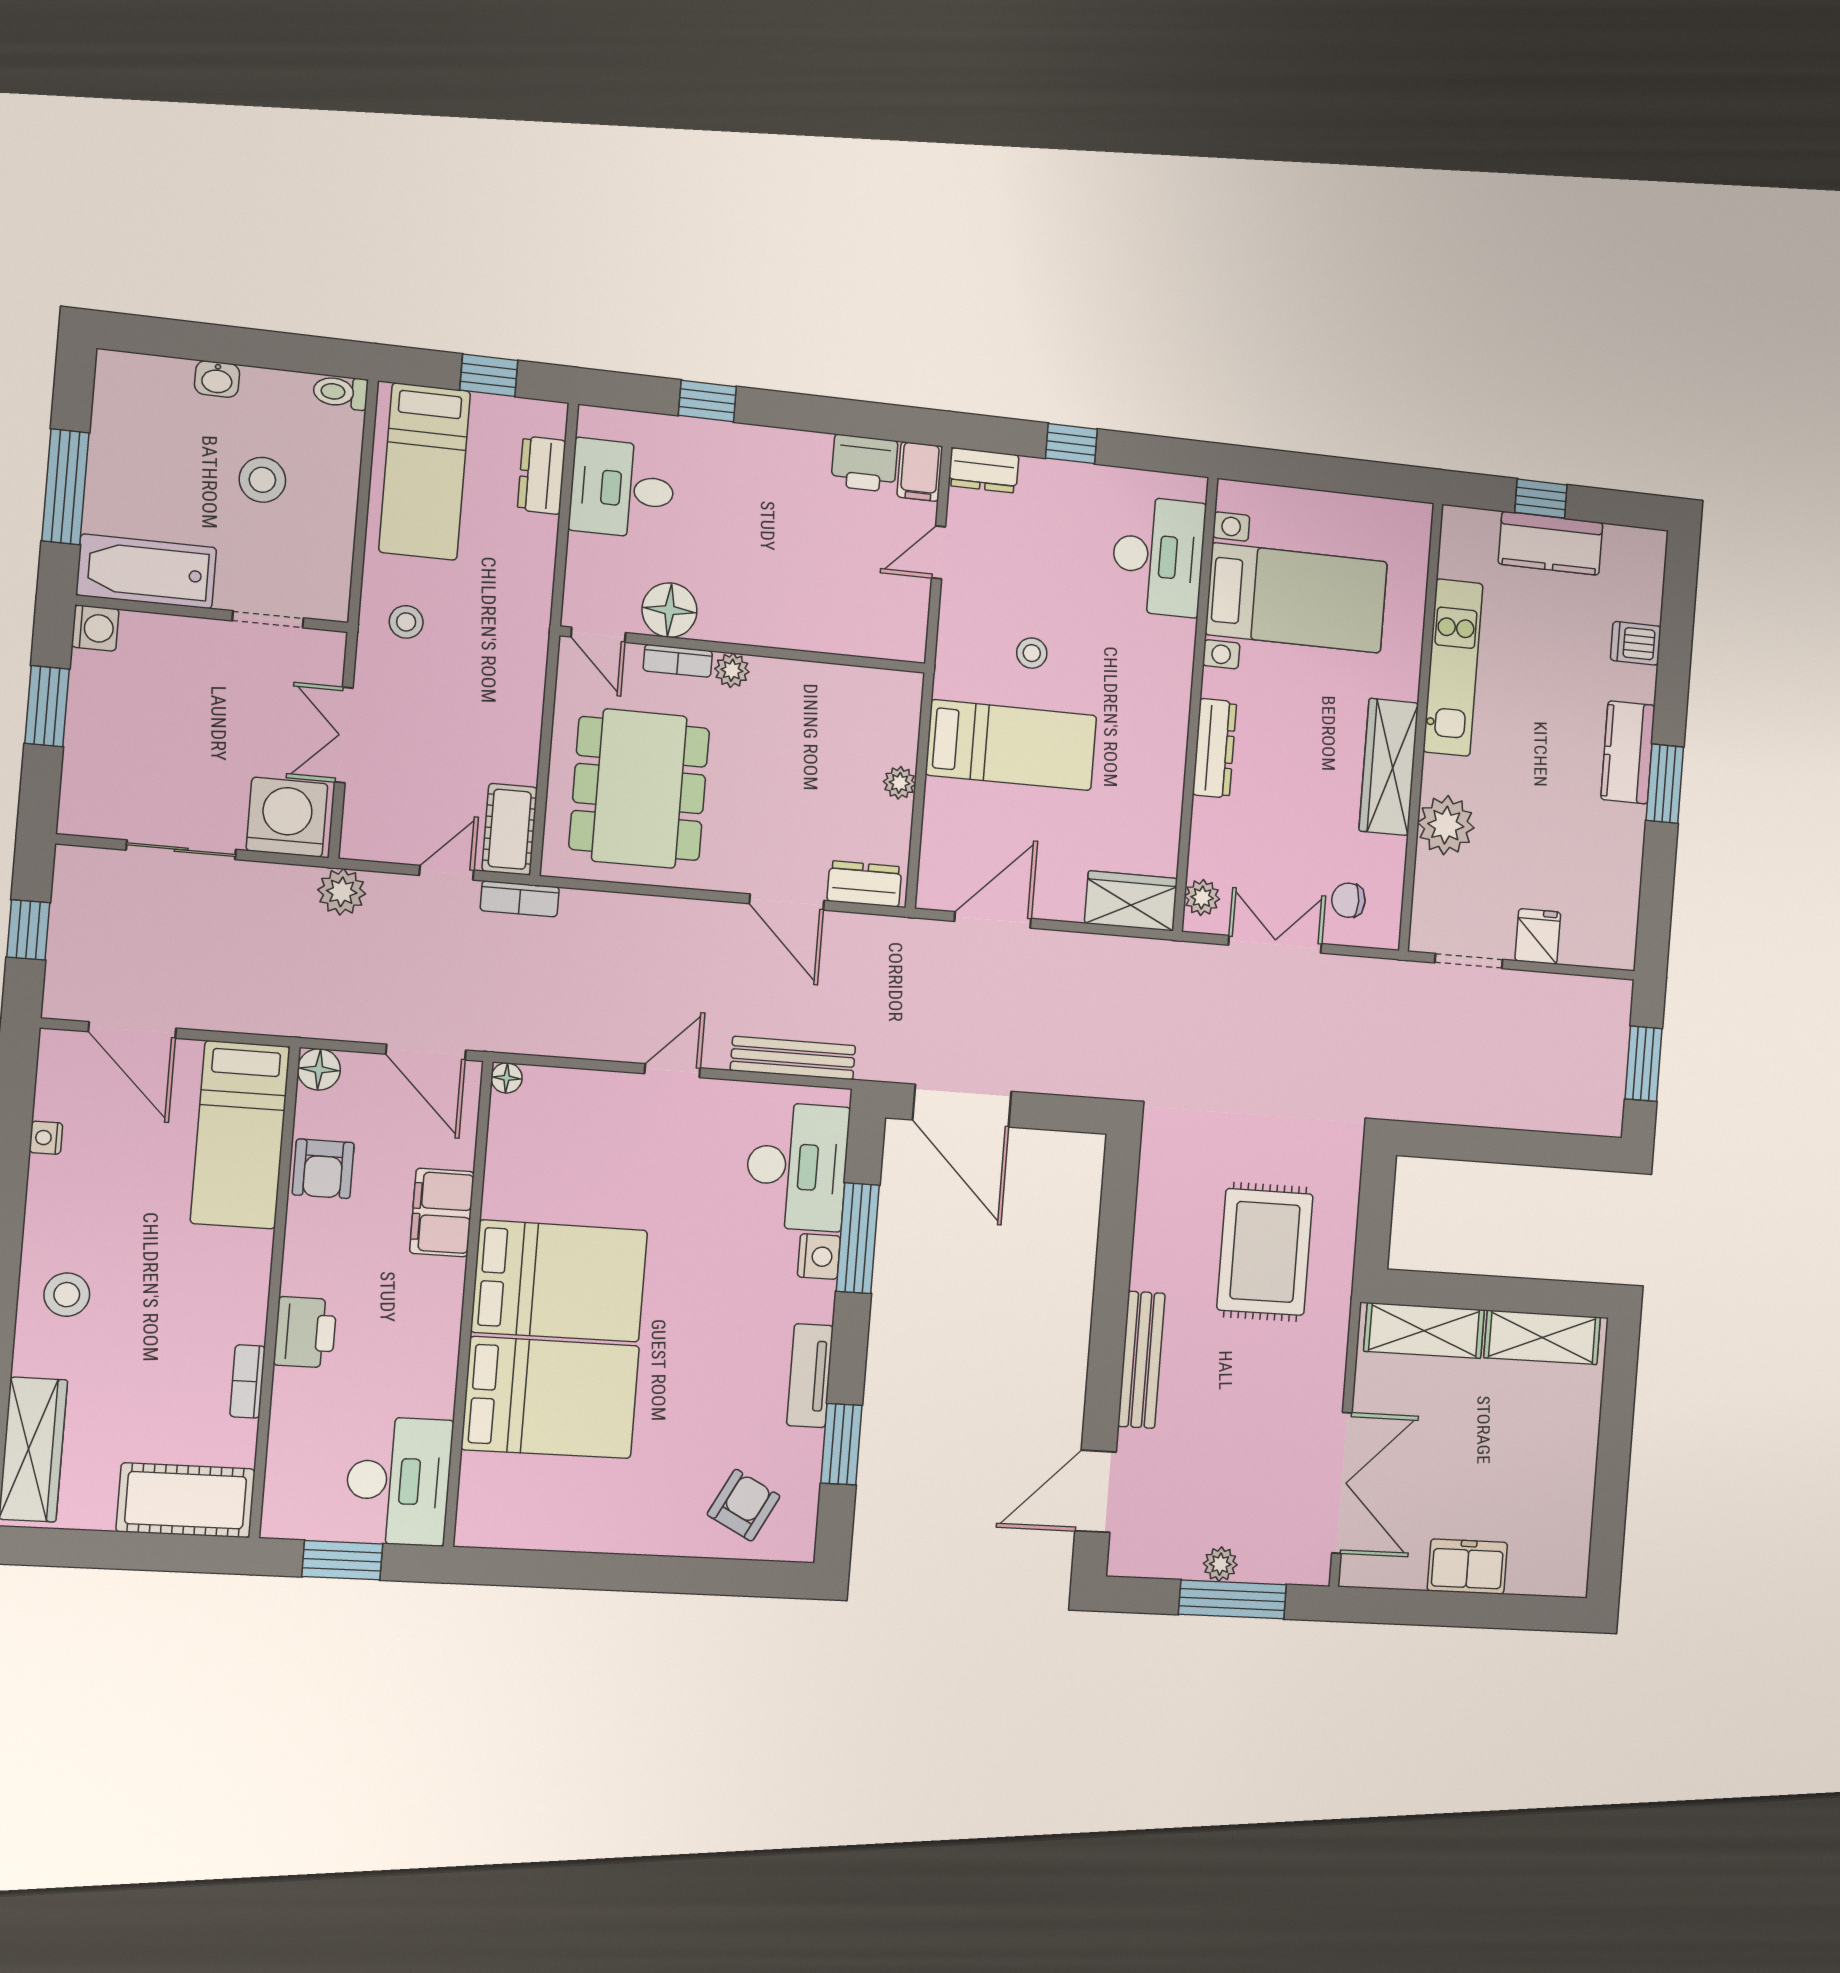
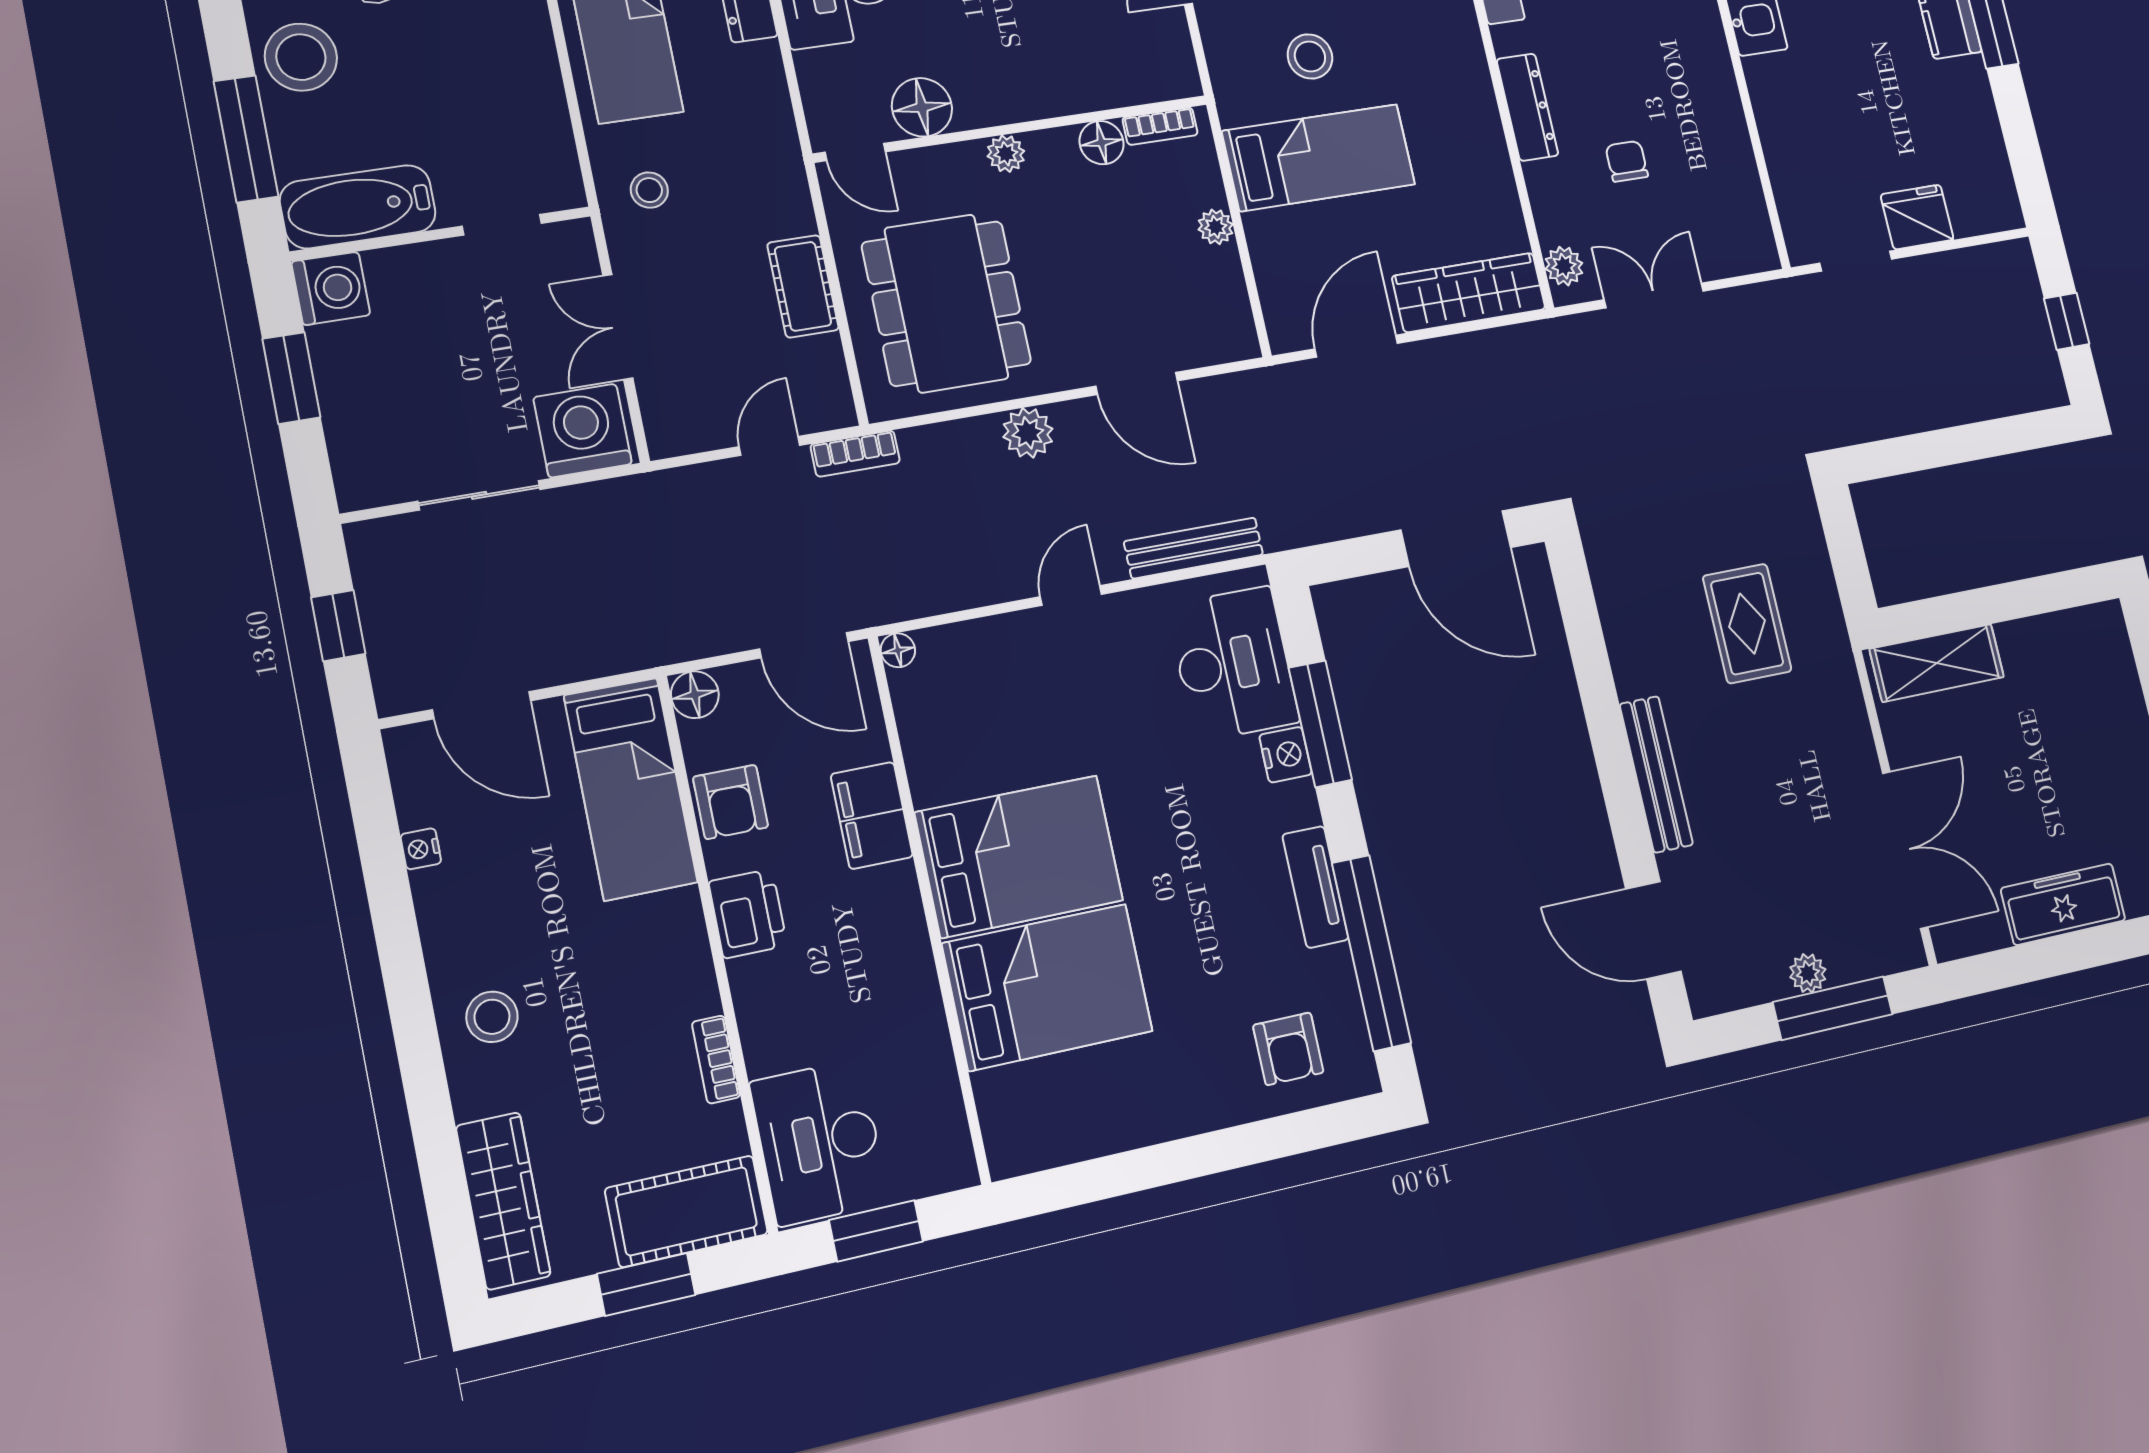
stool: (262, 480) -> (301, 57), moved, width x1.38, depth x1.38
washing machine: (95, 628) -> (331, 288), width x1.38, depth x1.38
stool: (1032, 653) -> (1310, 56), width x1.37, depth x1.37
bookcase: (678, 661) -> (1160, 126), moved
floor lamp: (820, 682) -> (1102, 143), added
wardrobe: (1389, 767) -> (1710, 81), removed
plant: (1446, 825) -> (1787, 126), removed
cot: (510, 829) -> (803, 286), moved
dresser: (864, 884) -> (1212, 343), removed
plant: (342, 892) -> (1028, 433), moved
chair: (1348, 900) -> (1627, 161), moved, turned 90
wardrobe: (1131, 901) -> (1469, 293), width x1.50
fridge: (1538, 936) -> (1917, 217), width x1.38
window: (1643, 1064) -> (2067, 321), width x0.67
door: (962, 1106) -> (1456, 539), moved
rug: (1265, 1252) -> (1747, 624), width x0.73, depth x0.70
printer: (305, 1332) -> (748, 914), moved
shelving: (1542, 1337) -> (2059, 637), removed
window: (841, 1444) -> (1371, 953), width x2.11
desk: (398, 1481) -> (819, 1142), moved, turned 180
door: (1096, 1491) -> (1653, 930), hinge flipped
armchair: (744, 1505) -> (1288, 1049), turned 152
window: (134, 1551) -> (646, 1284), added
freezer: (1467, 1567) -> (2063, 904), width x1.40

